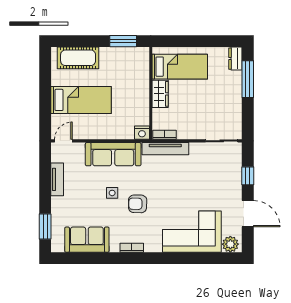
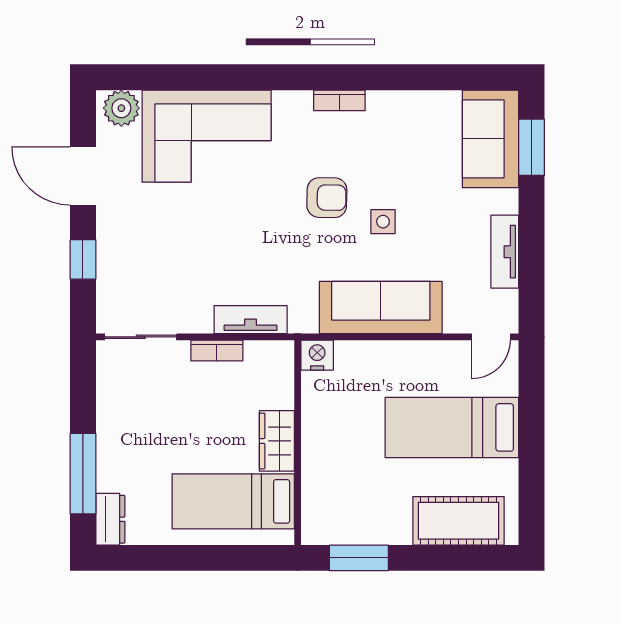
bookcase: (164, 135) -> (217, 350), moved
tv unit: (165, 149) -> (251, 320), width x0.71
sofa: (87, 240) -> (491, 139), moved, turned 90

